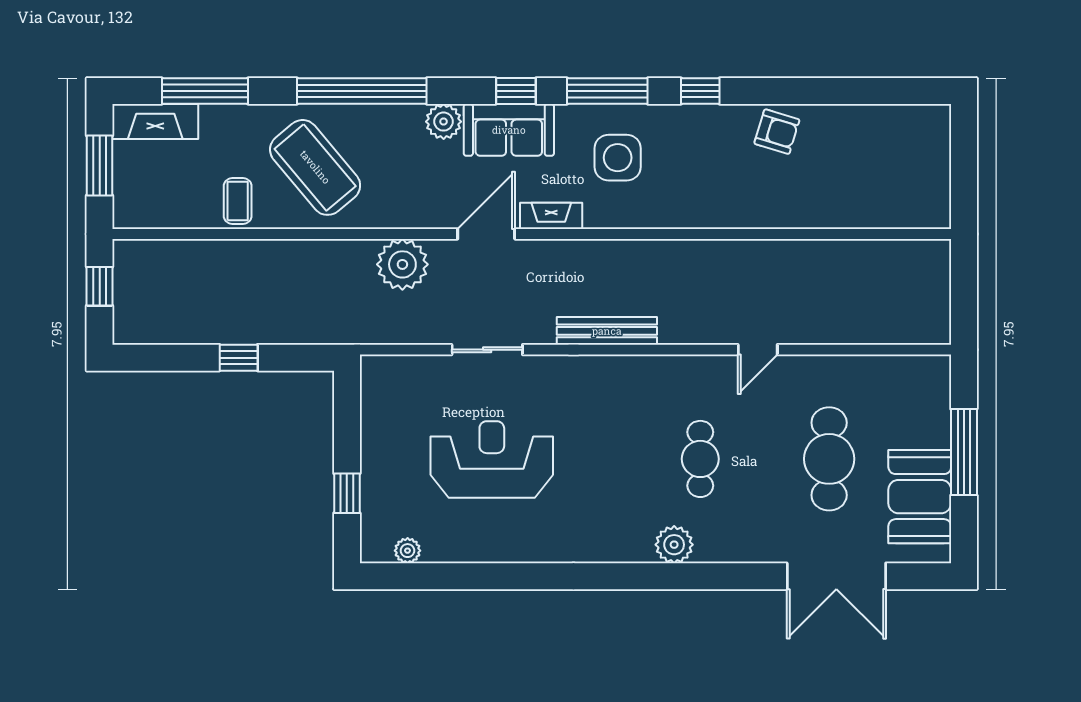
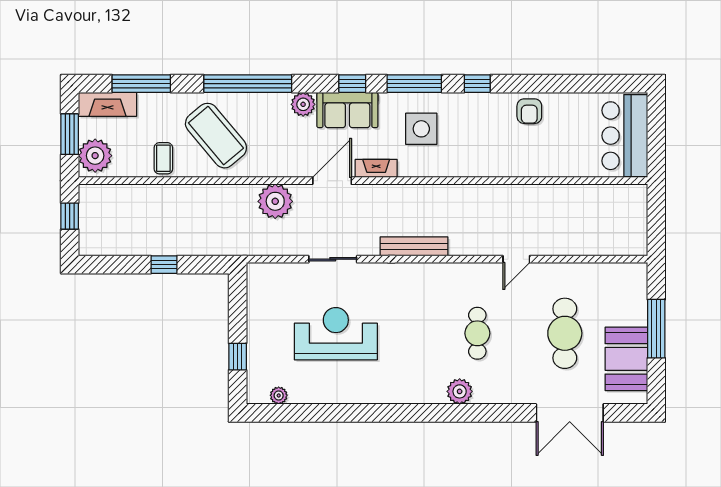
armchair: (777, 132) -> (529, 111), turned 73
bar counter: (917, 168) -> (625, 136), added
plant: (137, 197) -> (95, 156), added

